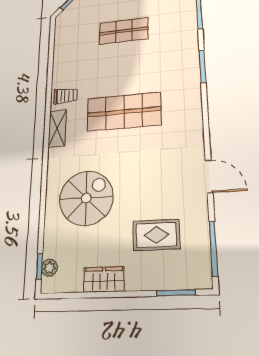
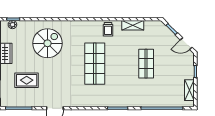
shelving: (57, 128) -> (133, 25), moved
spiral stairs: (86, 198) -> (47, 43), turned -90
rug: (156, 235) -> (27, 80), turned 90

